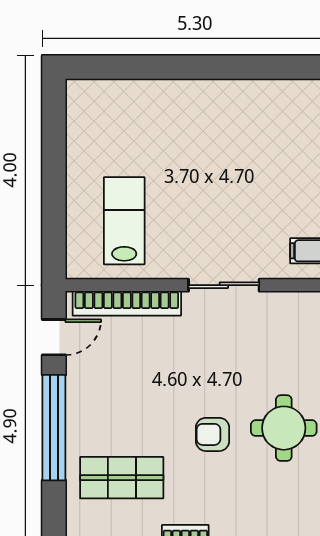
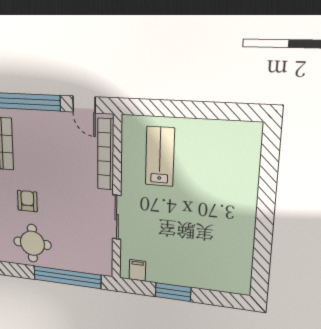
lab bench: (124, 221) -> (160, 156), turned -90

